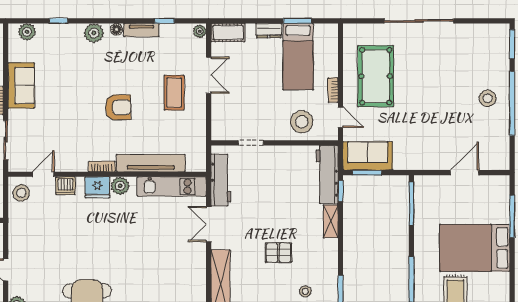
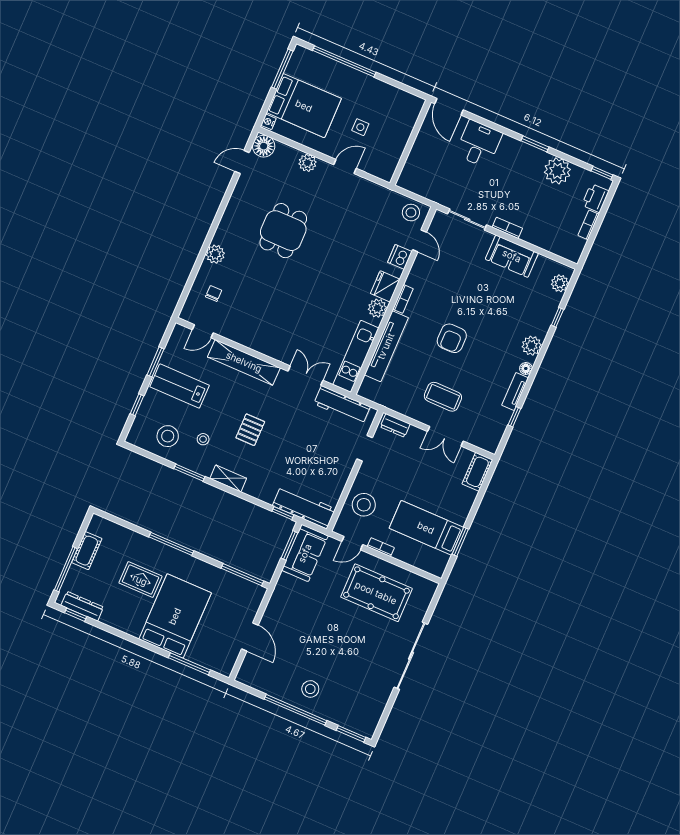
plant: (200, 31) -> (490, 446), removed
dresser: (269, 31) -> (395, 425), moved, turned -90
shelving: (331, 221) -> (228, 478), moved

